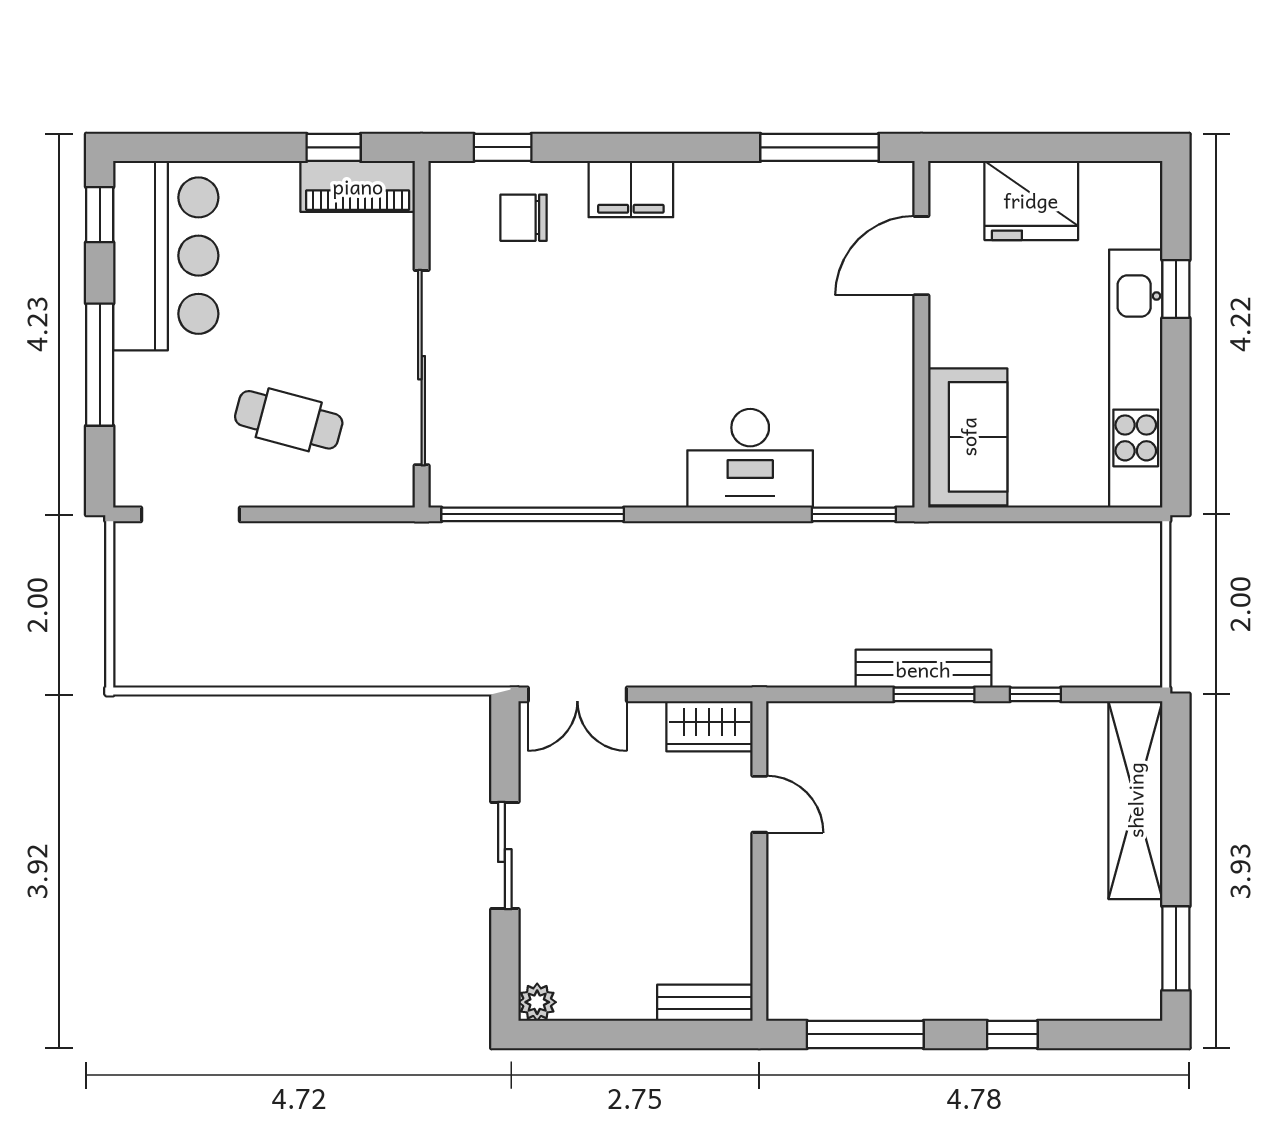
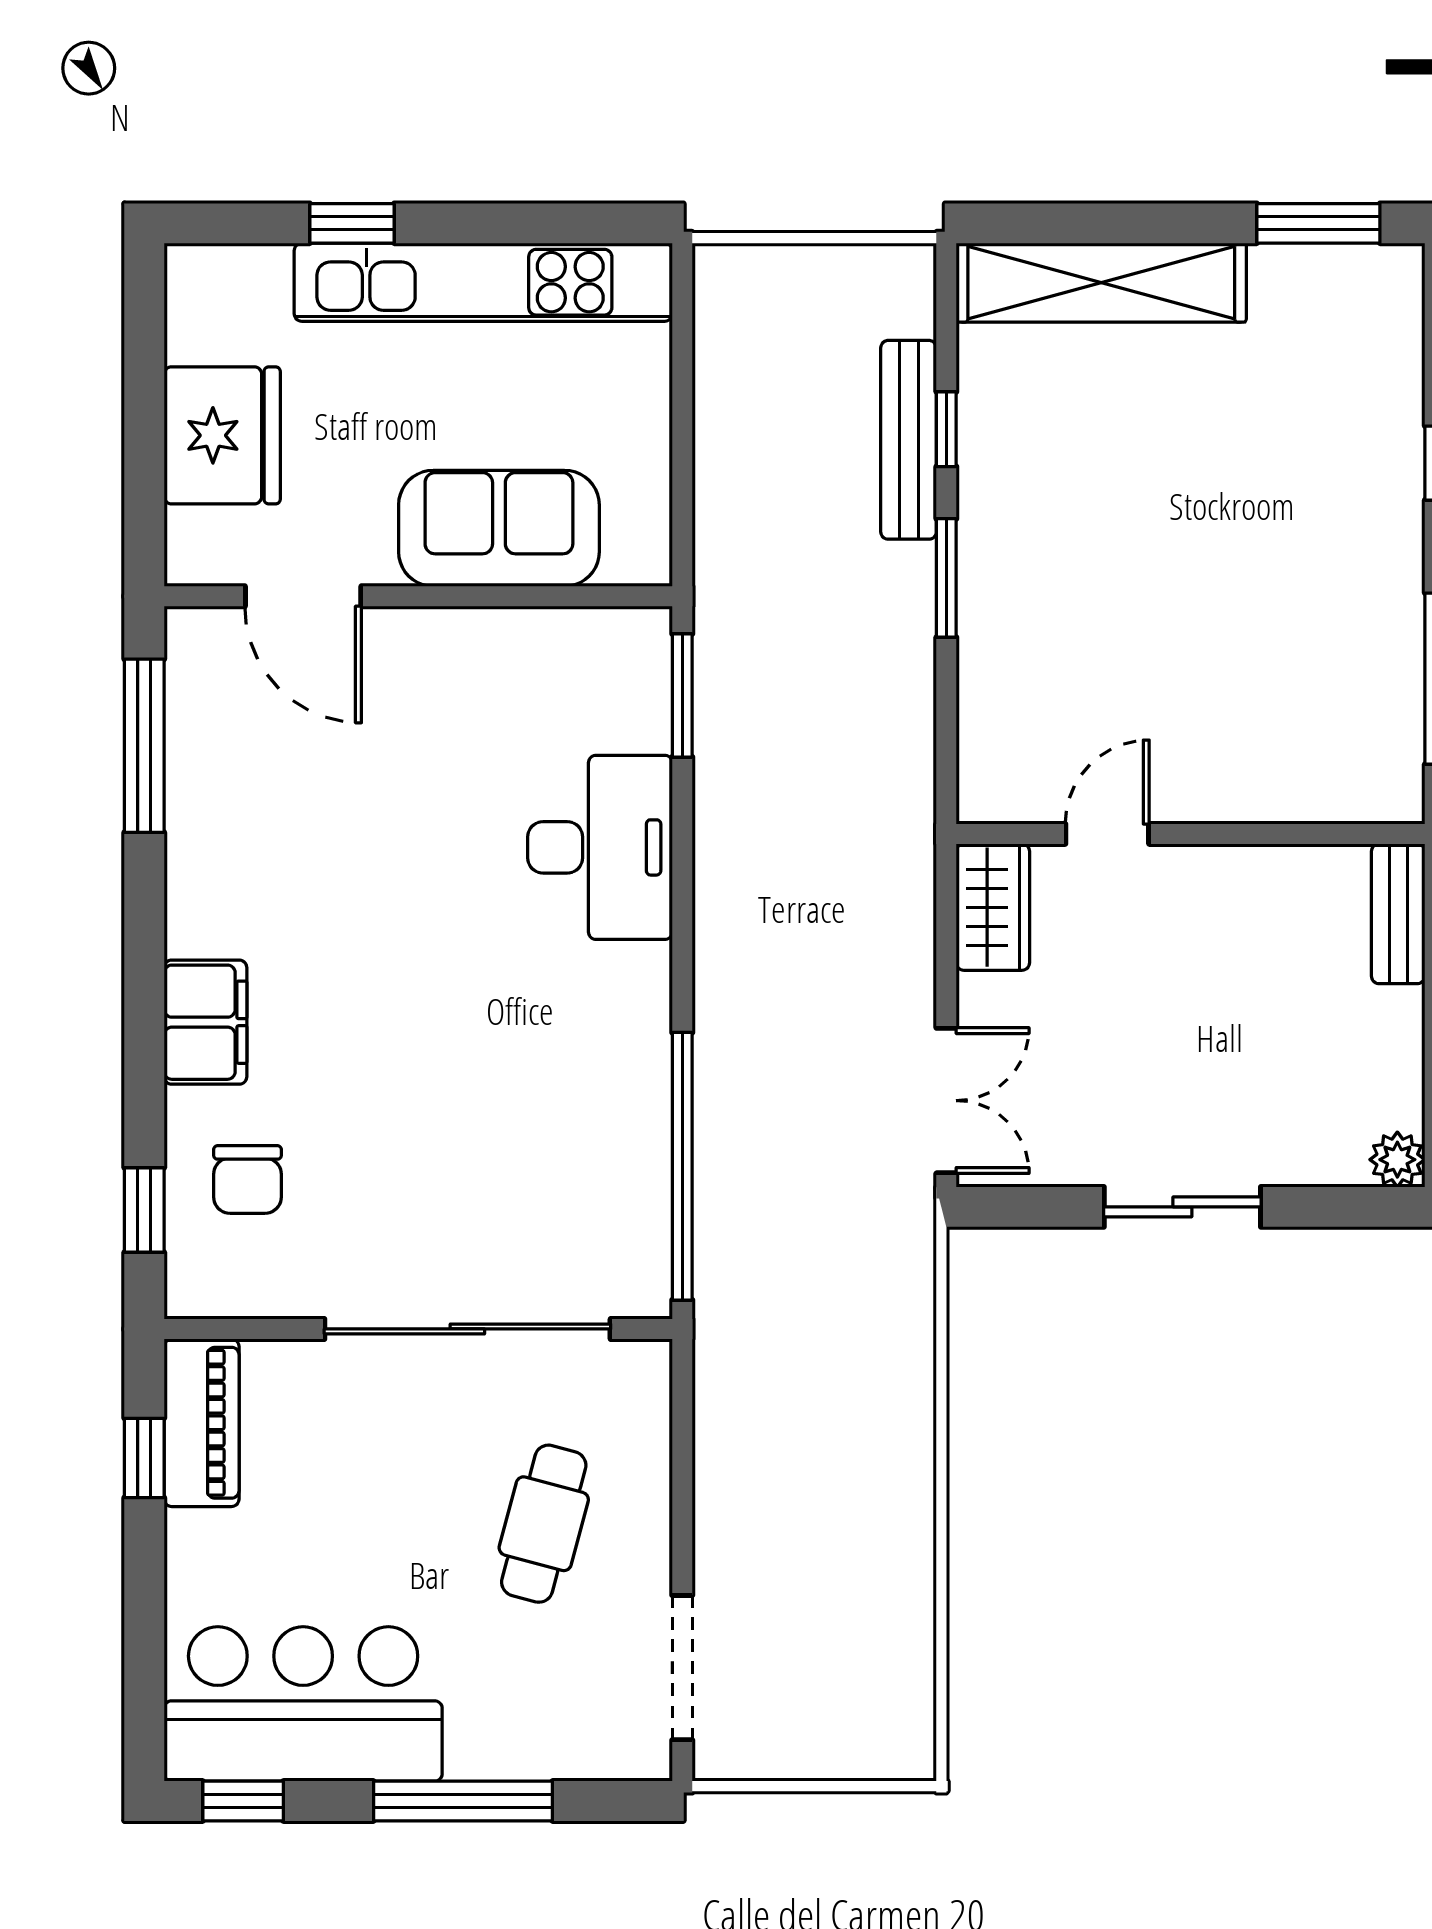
sofa: (968, 437) -> (499, 528), moved
bench: (923, 669) -> (909, 440), moved

